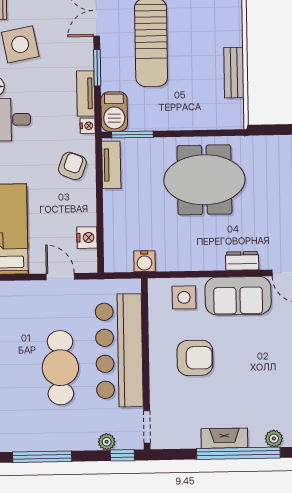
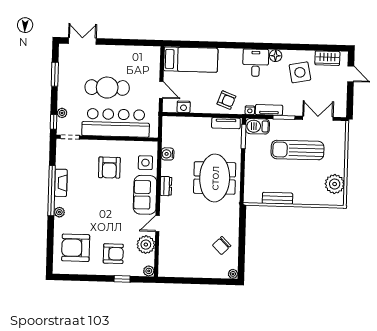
water cooler: (144, 261) -> (168, 154), moved
dresser: (242, 261) -> (166, 186), moved
door: (60, 277) -> (161, 90), hinge flipped
window: (42, 457) -> (55, 74), width x0.69

